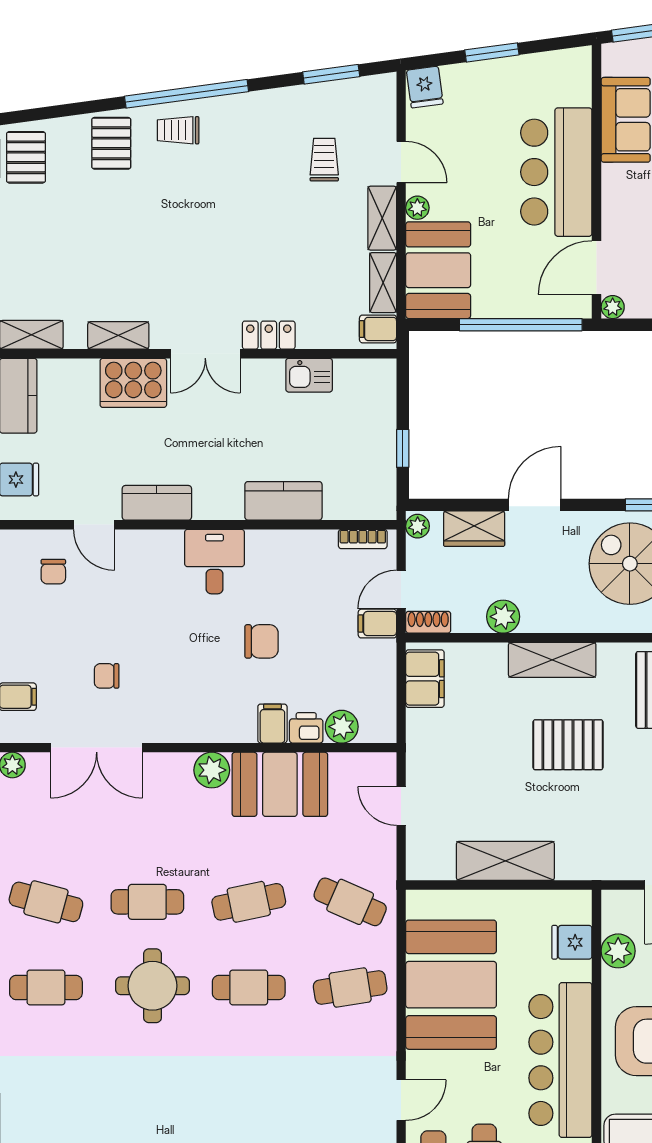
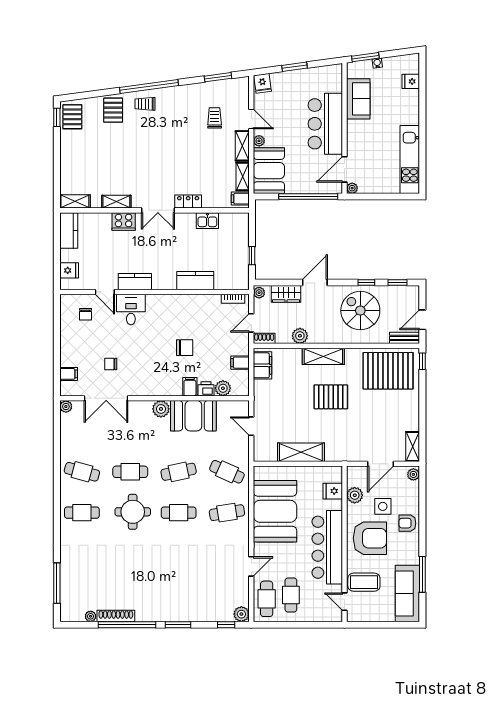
cooker: (133, 383) -> (124, 222), width x0.73, depth x0.76
desk: (214, 562) -> (131, 310), moved
filing cabinet: (377, 624) -> (240, 363), moved

